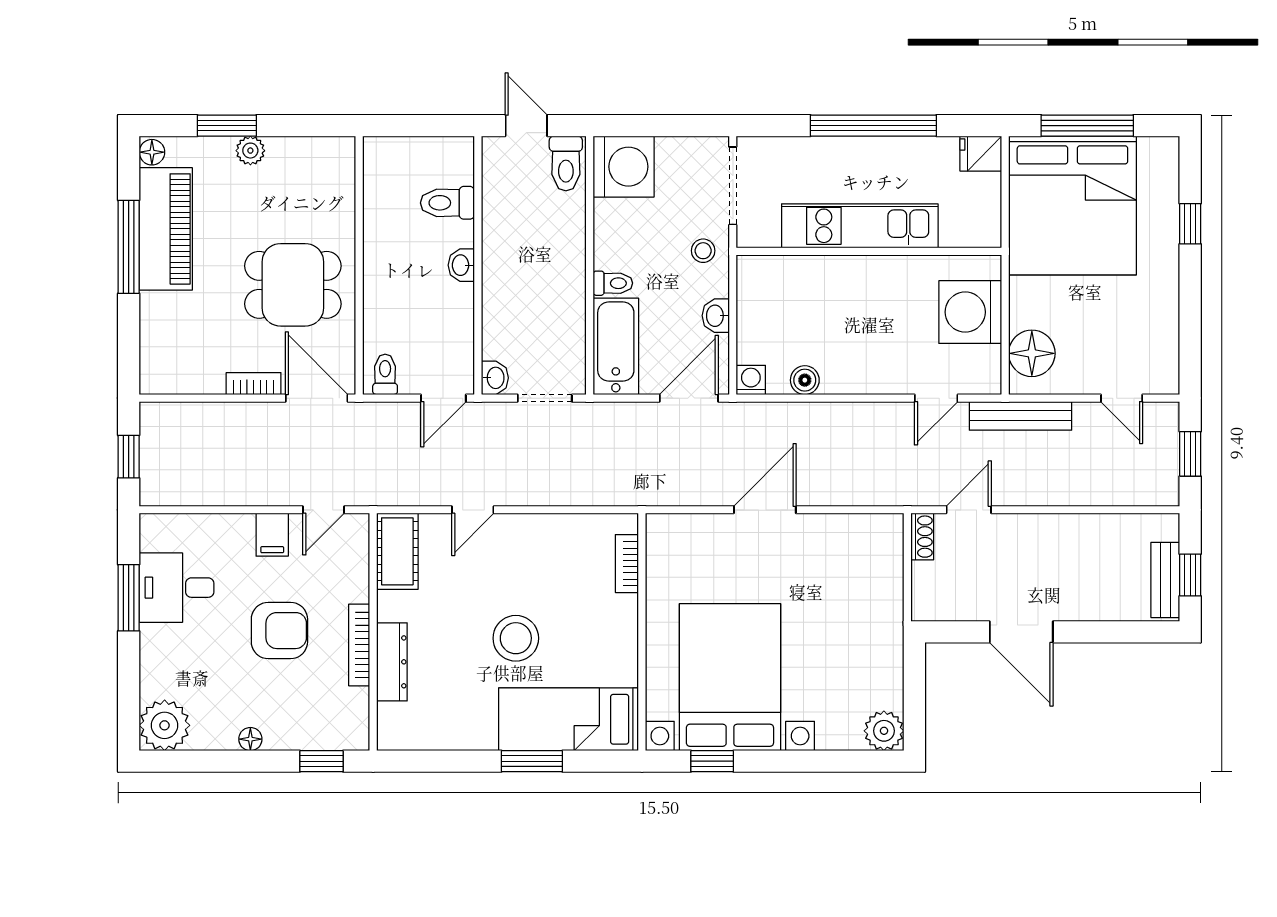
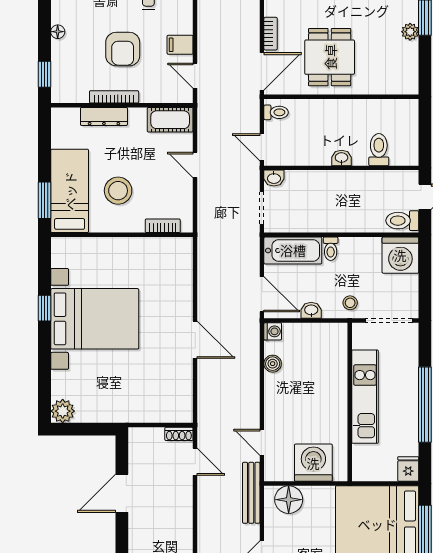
bookcase: (627, 564) -> (163, 226), moved
wall: (642, 632) -> (122, 235), moved
bed: (569, 719) -> (70, 191), moved

